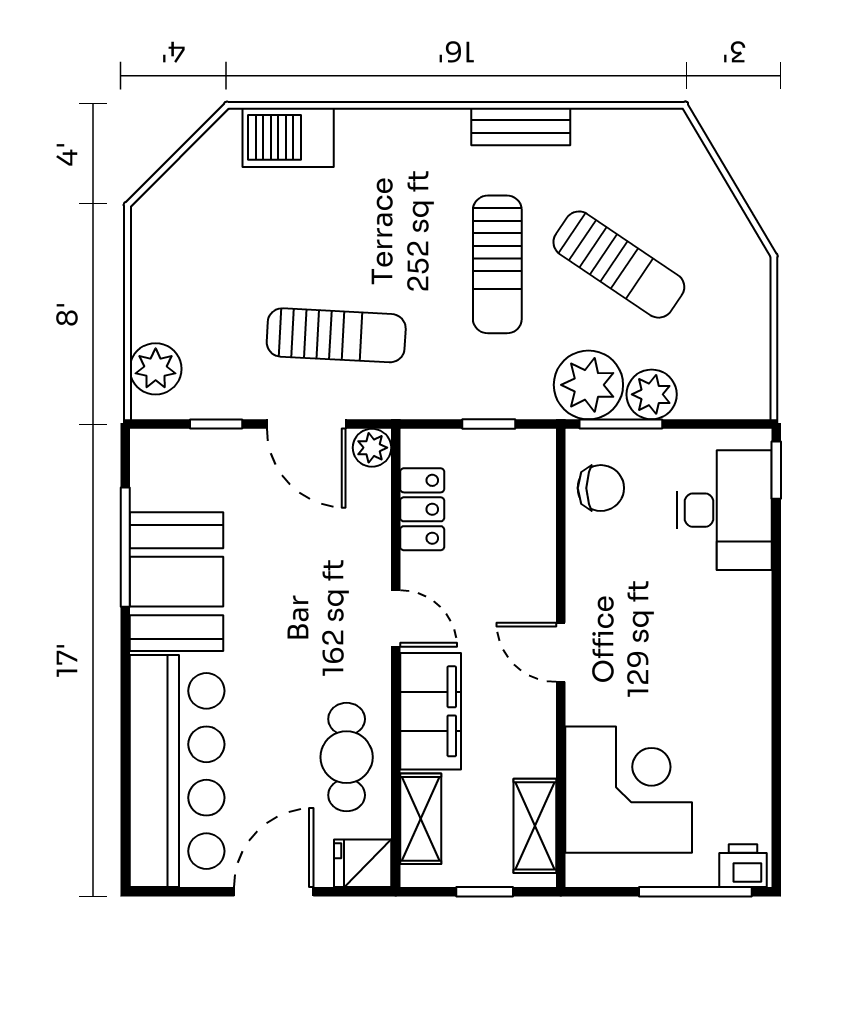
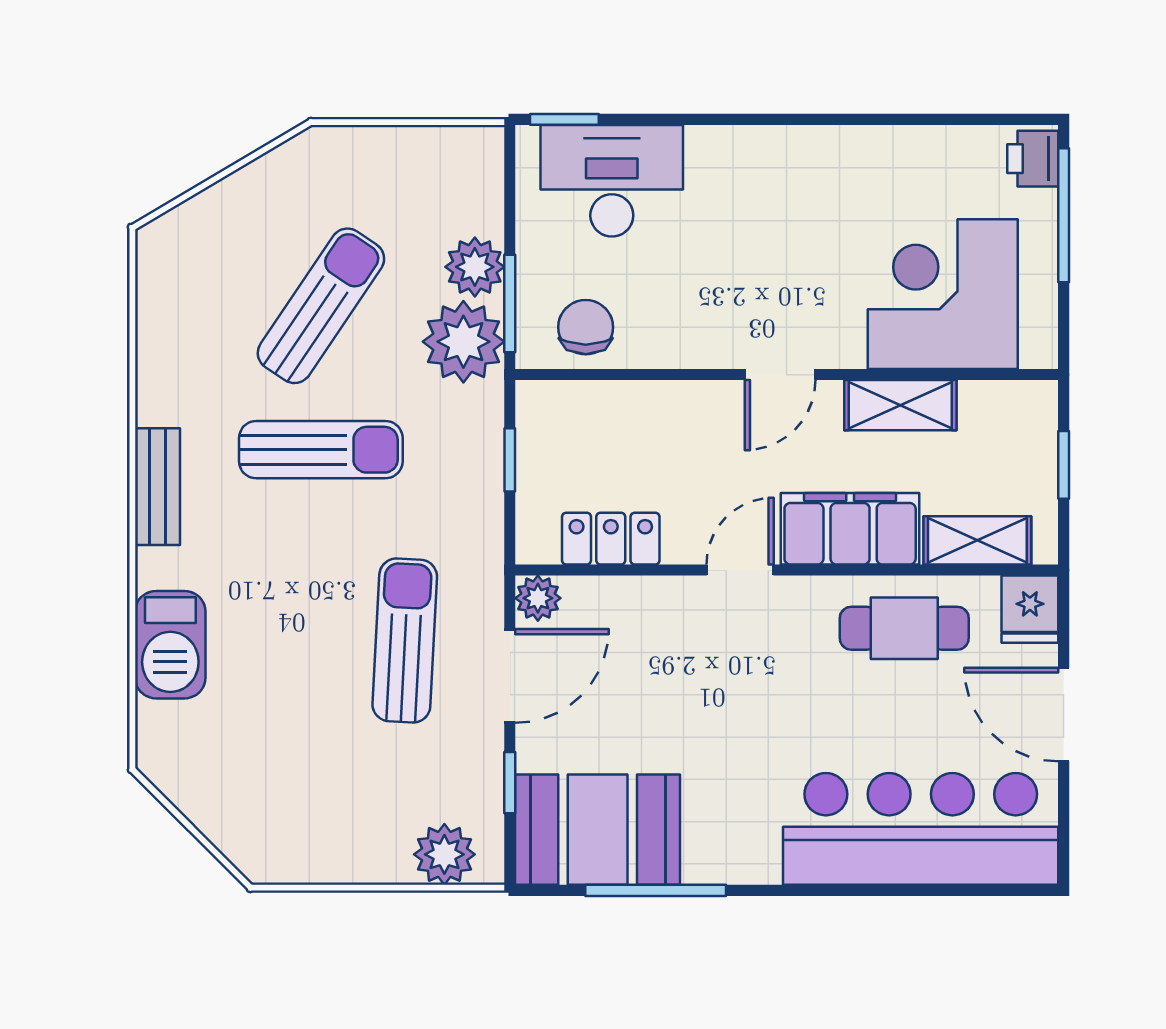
bench: (521, 127) -> (157, 487), moved
barbecue: (288, 137) -> (170, 645), moved
booth: (176, 582) -> (598, 830), moved
shelving: (535, 826) -> (900, 405), moved

